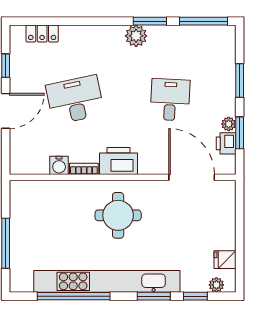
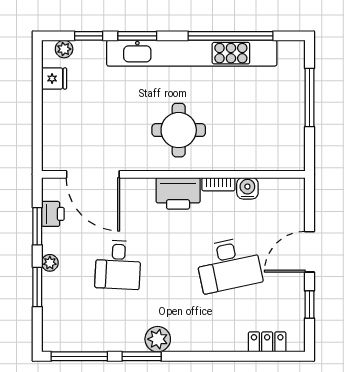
plant: (229, 124) -> (50, 263), moved

